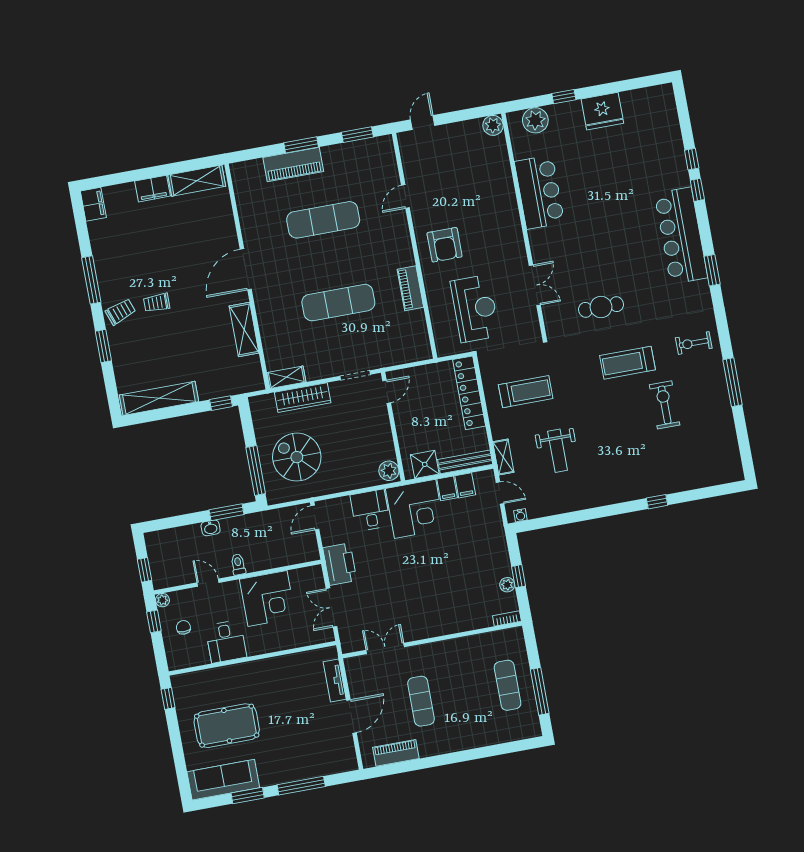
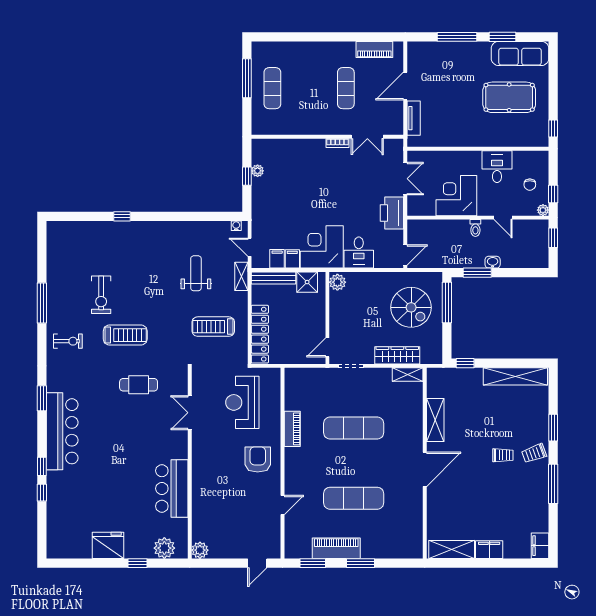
piano: (293, 164) -> (336, 548), moved
bookcase: (507, 618) -> (337, 143), moved

